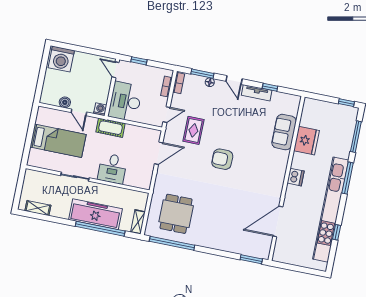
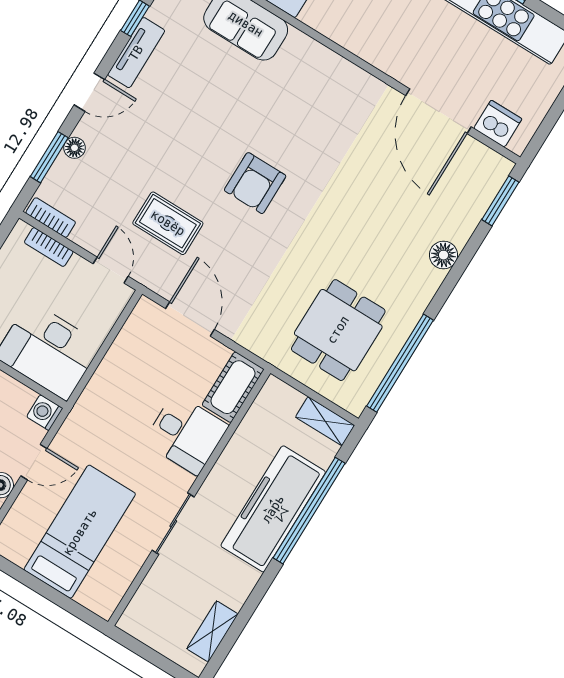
cot: (110, 128) -> (233, 387), moved
dishwasher: (296, 177) -> (498, 124), moved
dining table: (176, 214) -> (338, 330), turned 90
floor lamp: (221, 245) -> (444, 255), added

